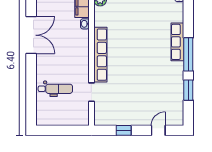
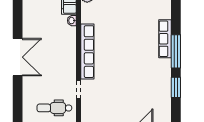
double door: (31, 35) -> (18, 57), moved
dental chair: (55, 89) -> (54, 108), moved, turned 180

